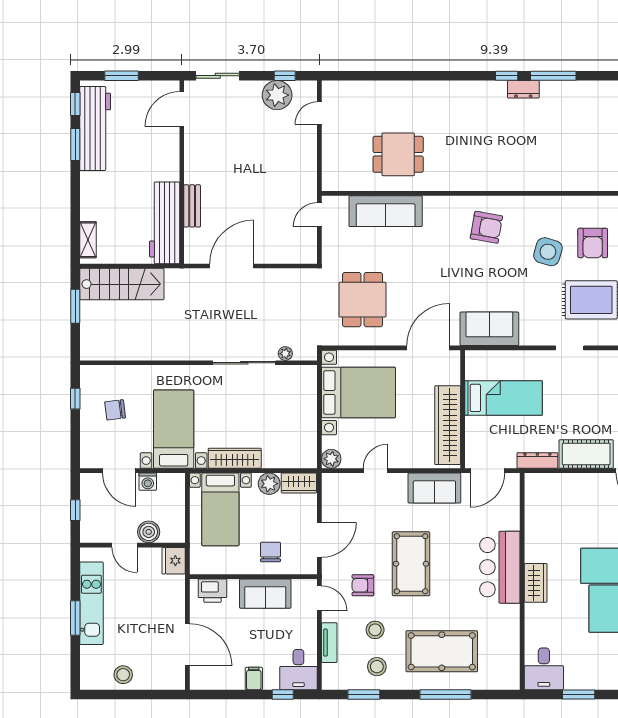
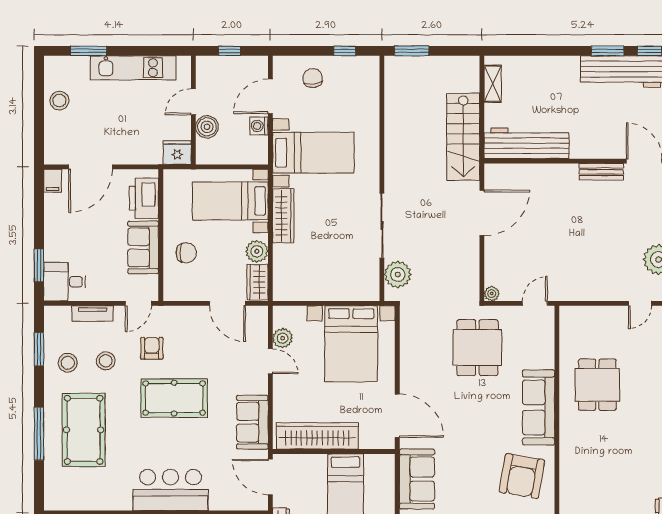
door: (319, 113) -> (640, 303), swing flipped
bench: (192, 206) -> (601, 172), moved
sofa: (386, 211) -> (539, 407), moved
door: (319, 215) -> (535, 303), hinge flipped
armchair: (486, 227) -> (522, 476), width x1.36, depth x1.36
shelving: (88, 240) -> (493, 84), moved, turned 90
plant: (310, 257) -> (492, 294), added
door: (232, 266) -> (482, 213), hinge flipped
stairs: (122, 284) -> (463, 137), moved
dining table: (362, 300) -> (477, 348), moved, turned 90
window: (75, 306) -> (412, 51), moved
plant: (285, 354) -> (398, 274), width x1.87, depth x1.87
chair: (115, 410) -> (313, 78), moved
plant: (331, 459) -> (283, 338), moved
door: (319, 540) -> (227, 303), moved
printer: (212, 591) -> (144, 198), width x1.37, depth x1.19
window: (75, 618) -> (89, 51), moved
filing cabinet: (254, 678) -> (53, 181), moved, turned 90
window: (283, 694) -> (39, 265), width x1.50

